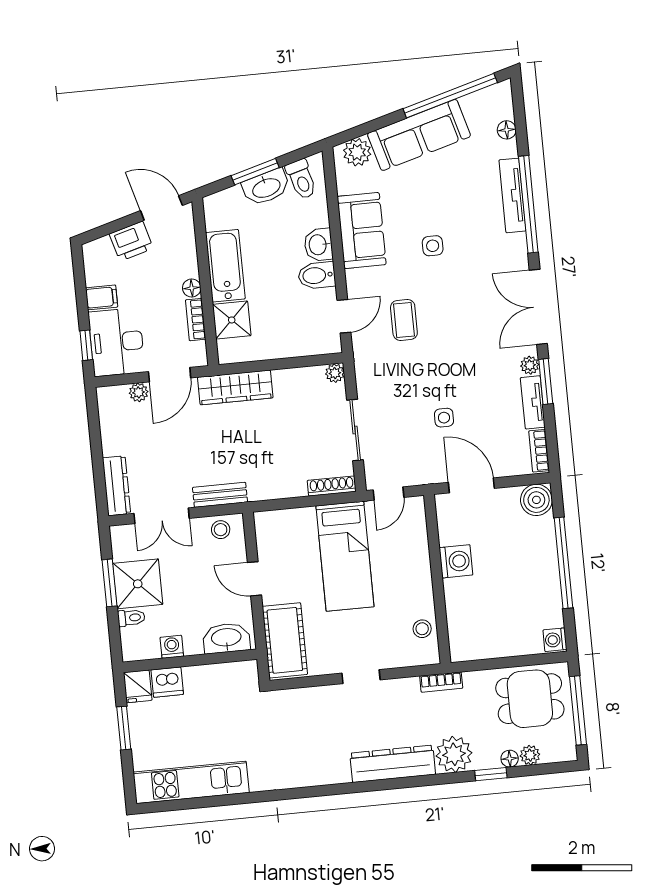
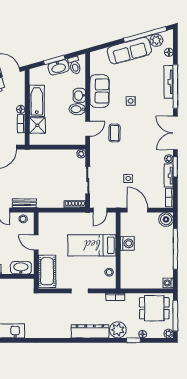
plant: (357, 152) -> (156, 40), moved
wardrobe: (235, 387) -> (36, 156), removed
bed: (345, 556) -> (92, 245), moved, turned 90
plant: (530, 755) -> (169, 334), moved

